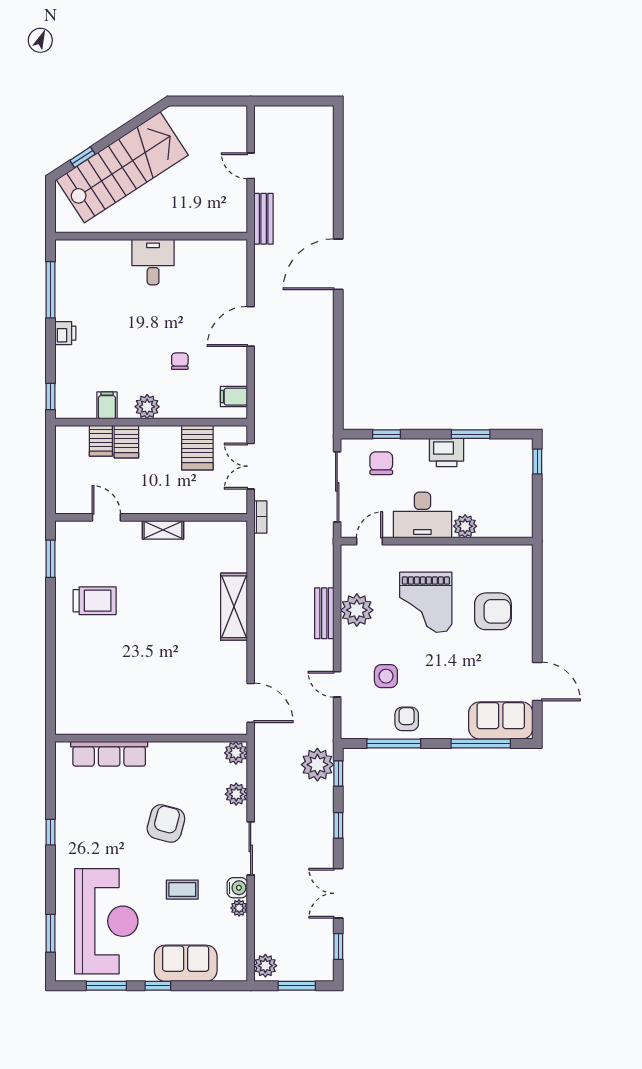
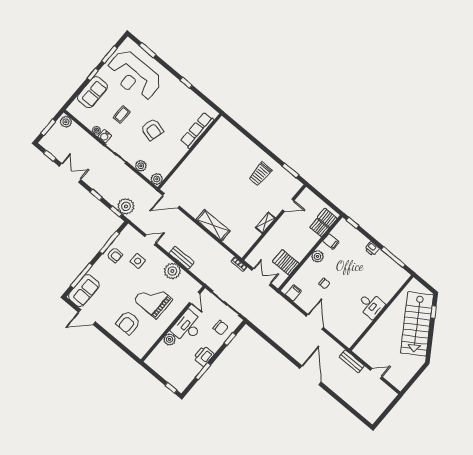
server rack: (126, 442) -> (327, 218), moved

